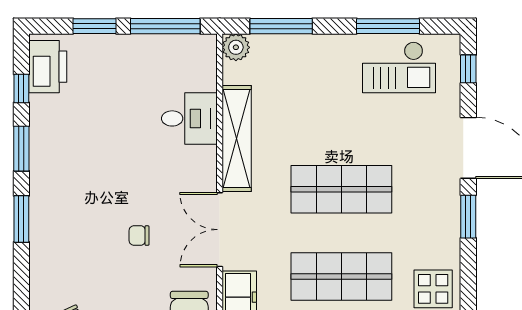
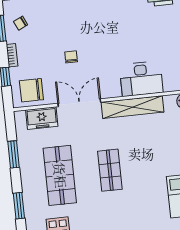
desk: (189, 118) -> (141, 79), width x1.37
shop shelf: (341, 189) -> (110, 170), width x0.70, depth x0.74

